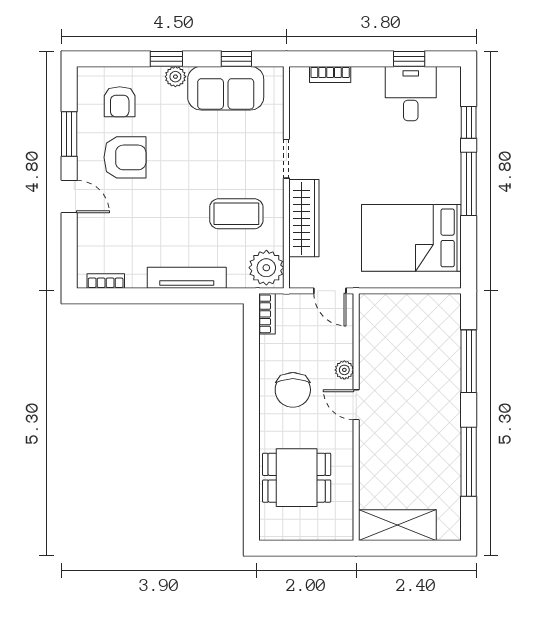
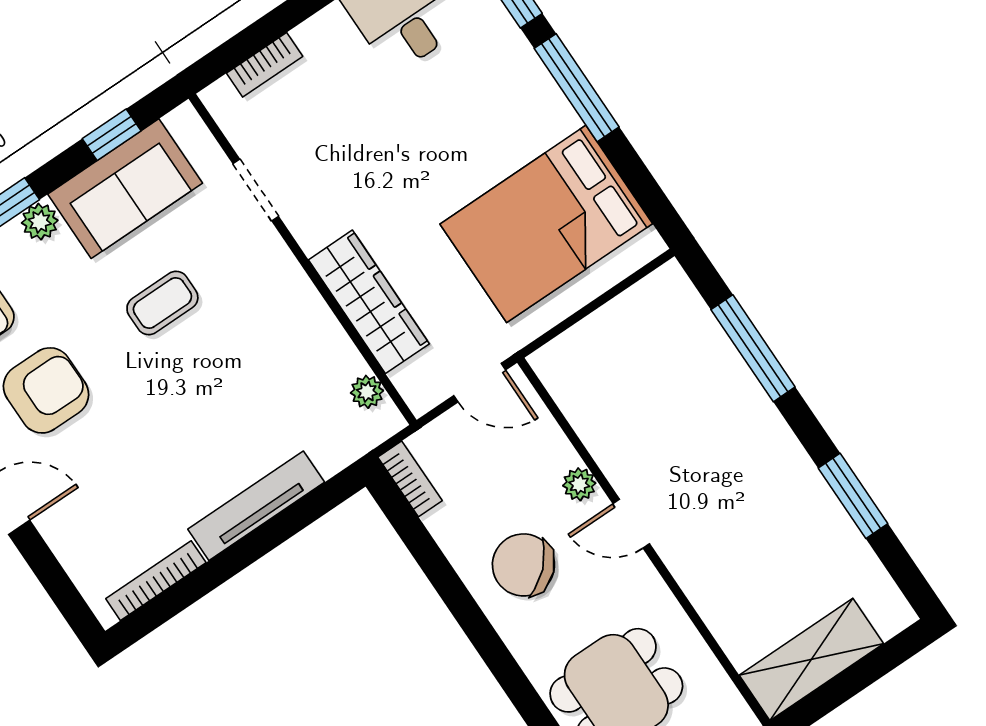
doorway: (286, 159) -> (256, 190), moved
coffee table: (236, 214) -> (162, 303), moved, width x0.73, depth x0.77
plant: (266, 268) -> (367, 392), width x0.53, depth x0.53
bookcase: (106, 281) -> (156, 581), width x1.56
chair: (293, 390) -> (523, 565), turned 137
window: (469, 462) -> (853, 496), width x0.69

